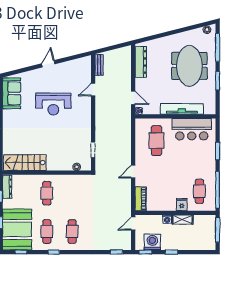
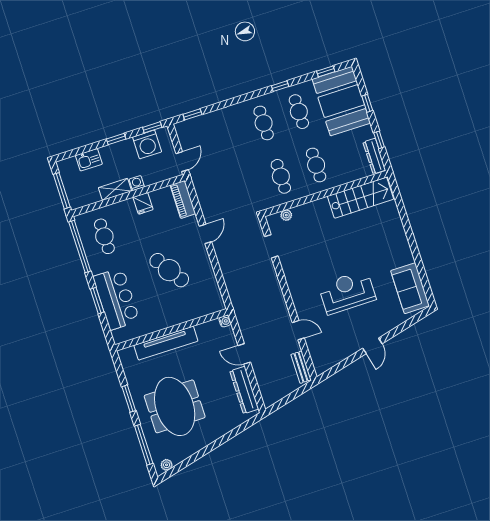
door: (93, 90) -> (298, 330), hinge flipped
door: (133, 98) -> (244, 354), moved
bar counter: (192, 129) -> (116, 299), moved, turned 90
cafe table: (156, 141) -> (169, 270), moved, turned -34
cafe table: (72, 193) -> (281, 176), added
fridge: (182, 205) -> (143, 203), moved
kitchen sink: (193, 244) -> (89, 160), added

